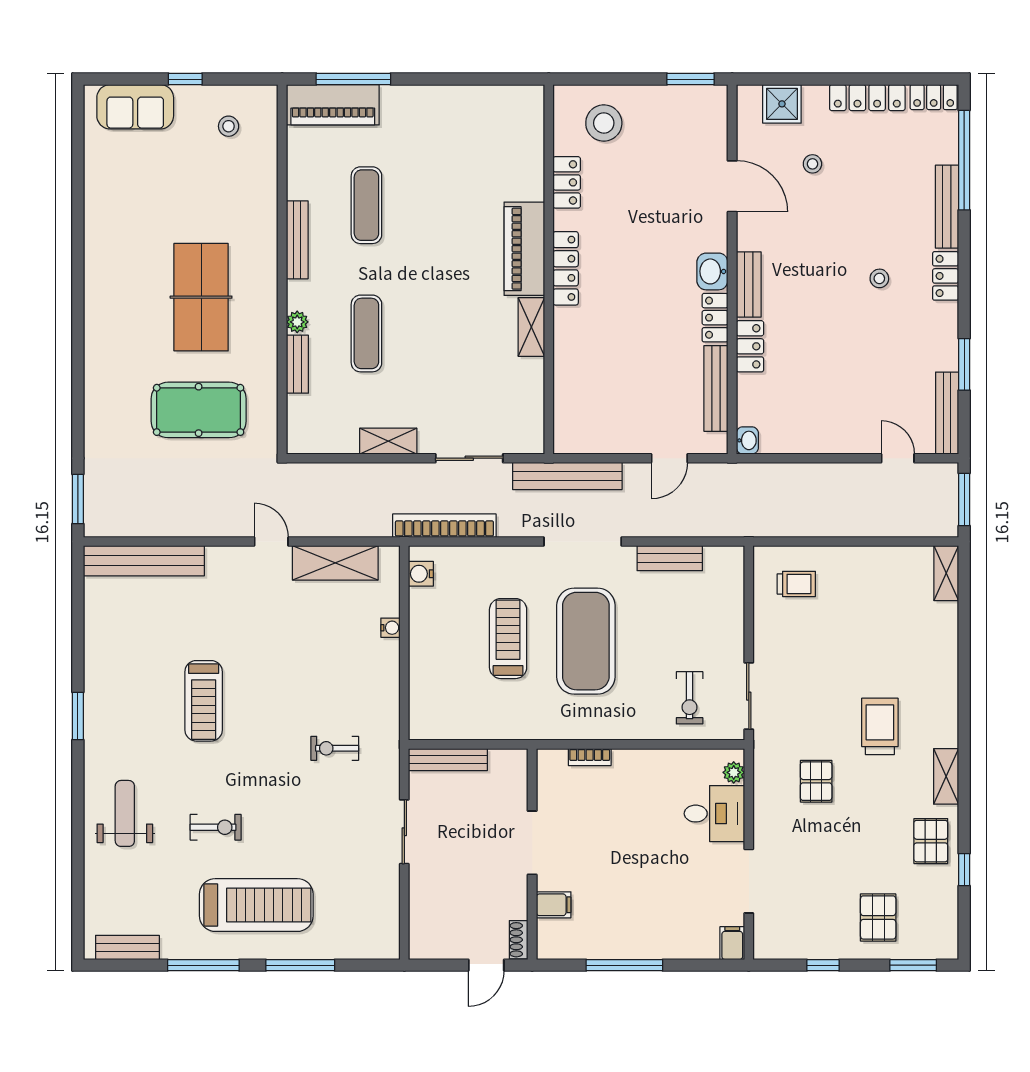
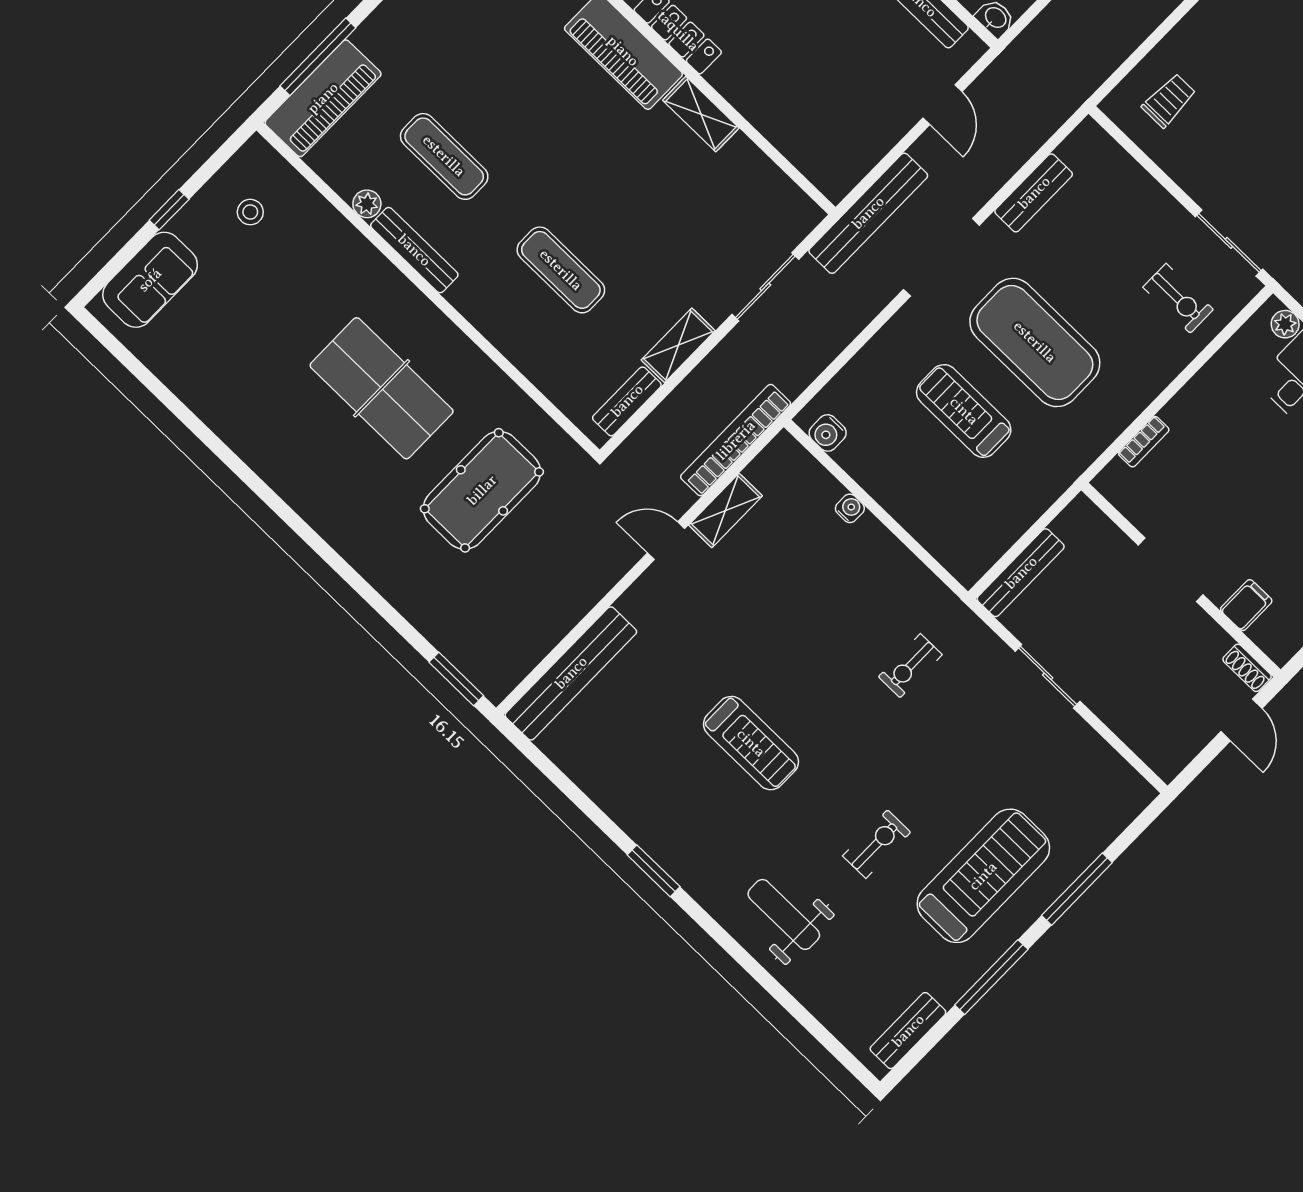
plant: (297, 322) -> (367, 204), moved
bench: (297, 364) -> (627, 401), moved, turned 90
bookcase: (444, 526) -> (736, 440), moved
shelving: (335, 563) -> (725, 510), width x0.67, depth x0.75

